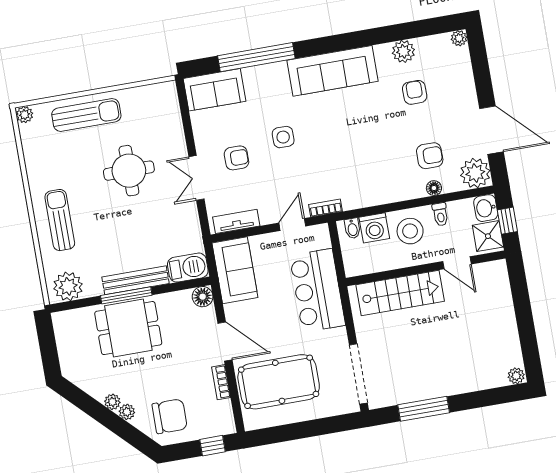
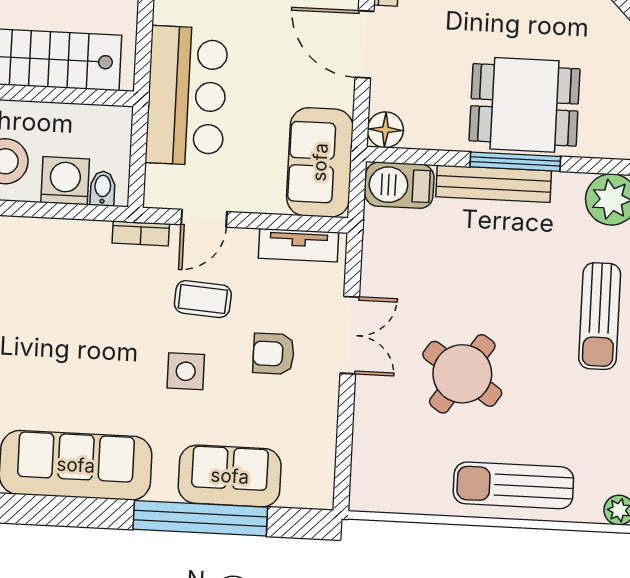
sofa: (215, 90) -> (230, 476), moved
round table: (129, 171) -> (462, 374), turned 34
coffee table: (283, 179) -> (203, 299), added

